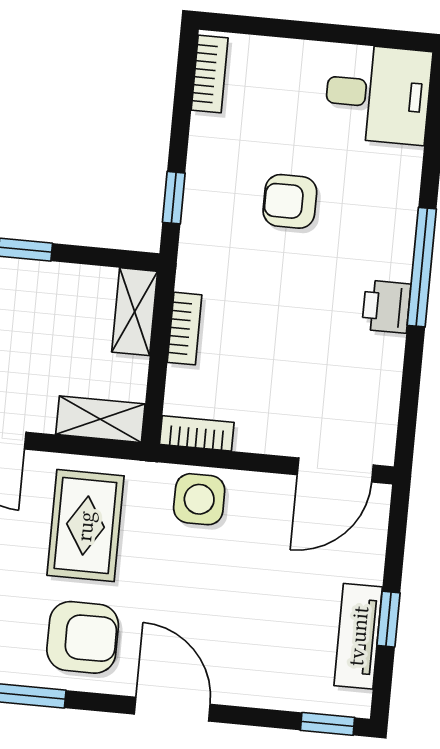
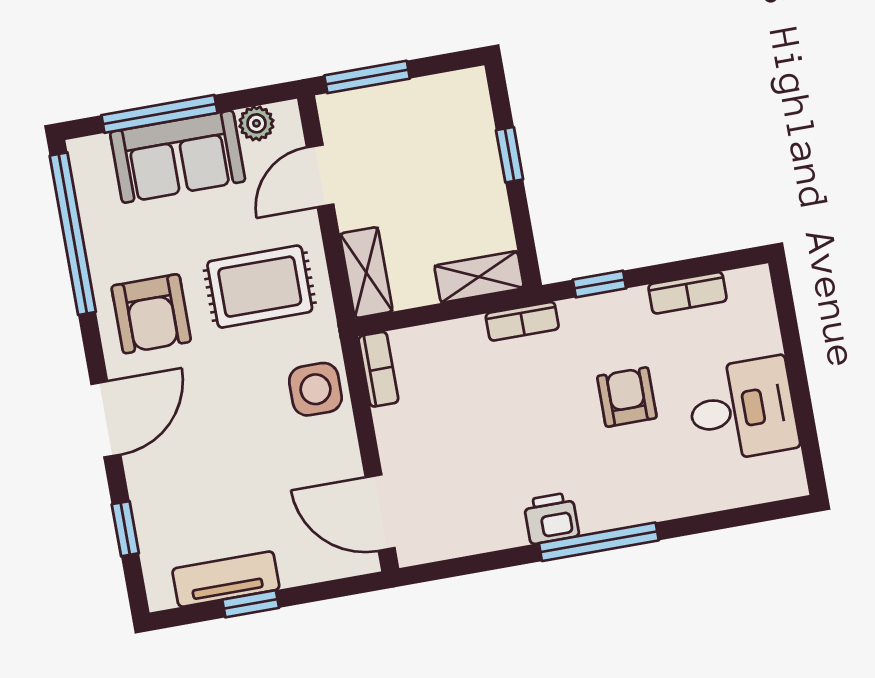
bookcase: (210, 74) -> (687, 293), moved
desk: (378, 94) -> (742, 409), moved, turned -90
bookcase: (185, 329) -> (522, 321), moved
window: (327, 724) -> (125, 529), moved

